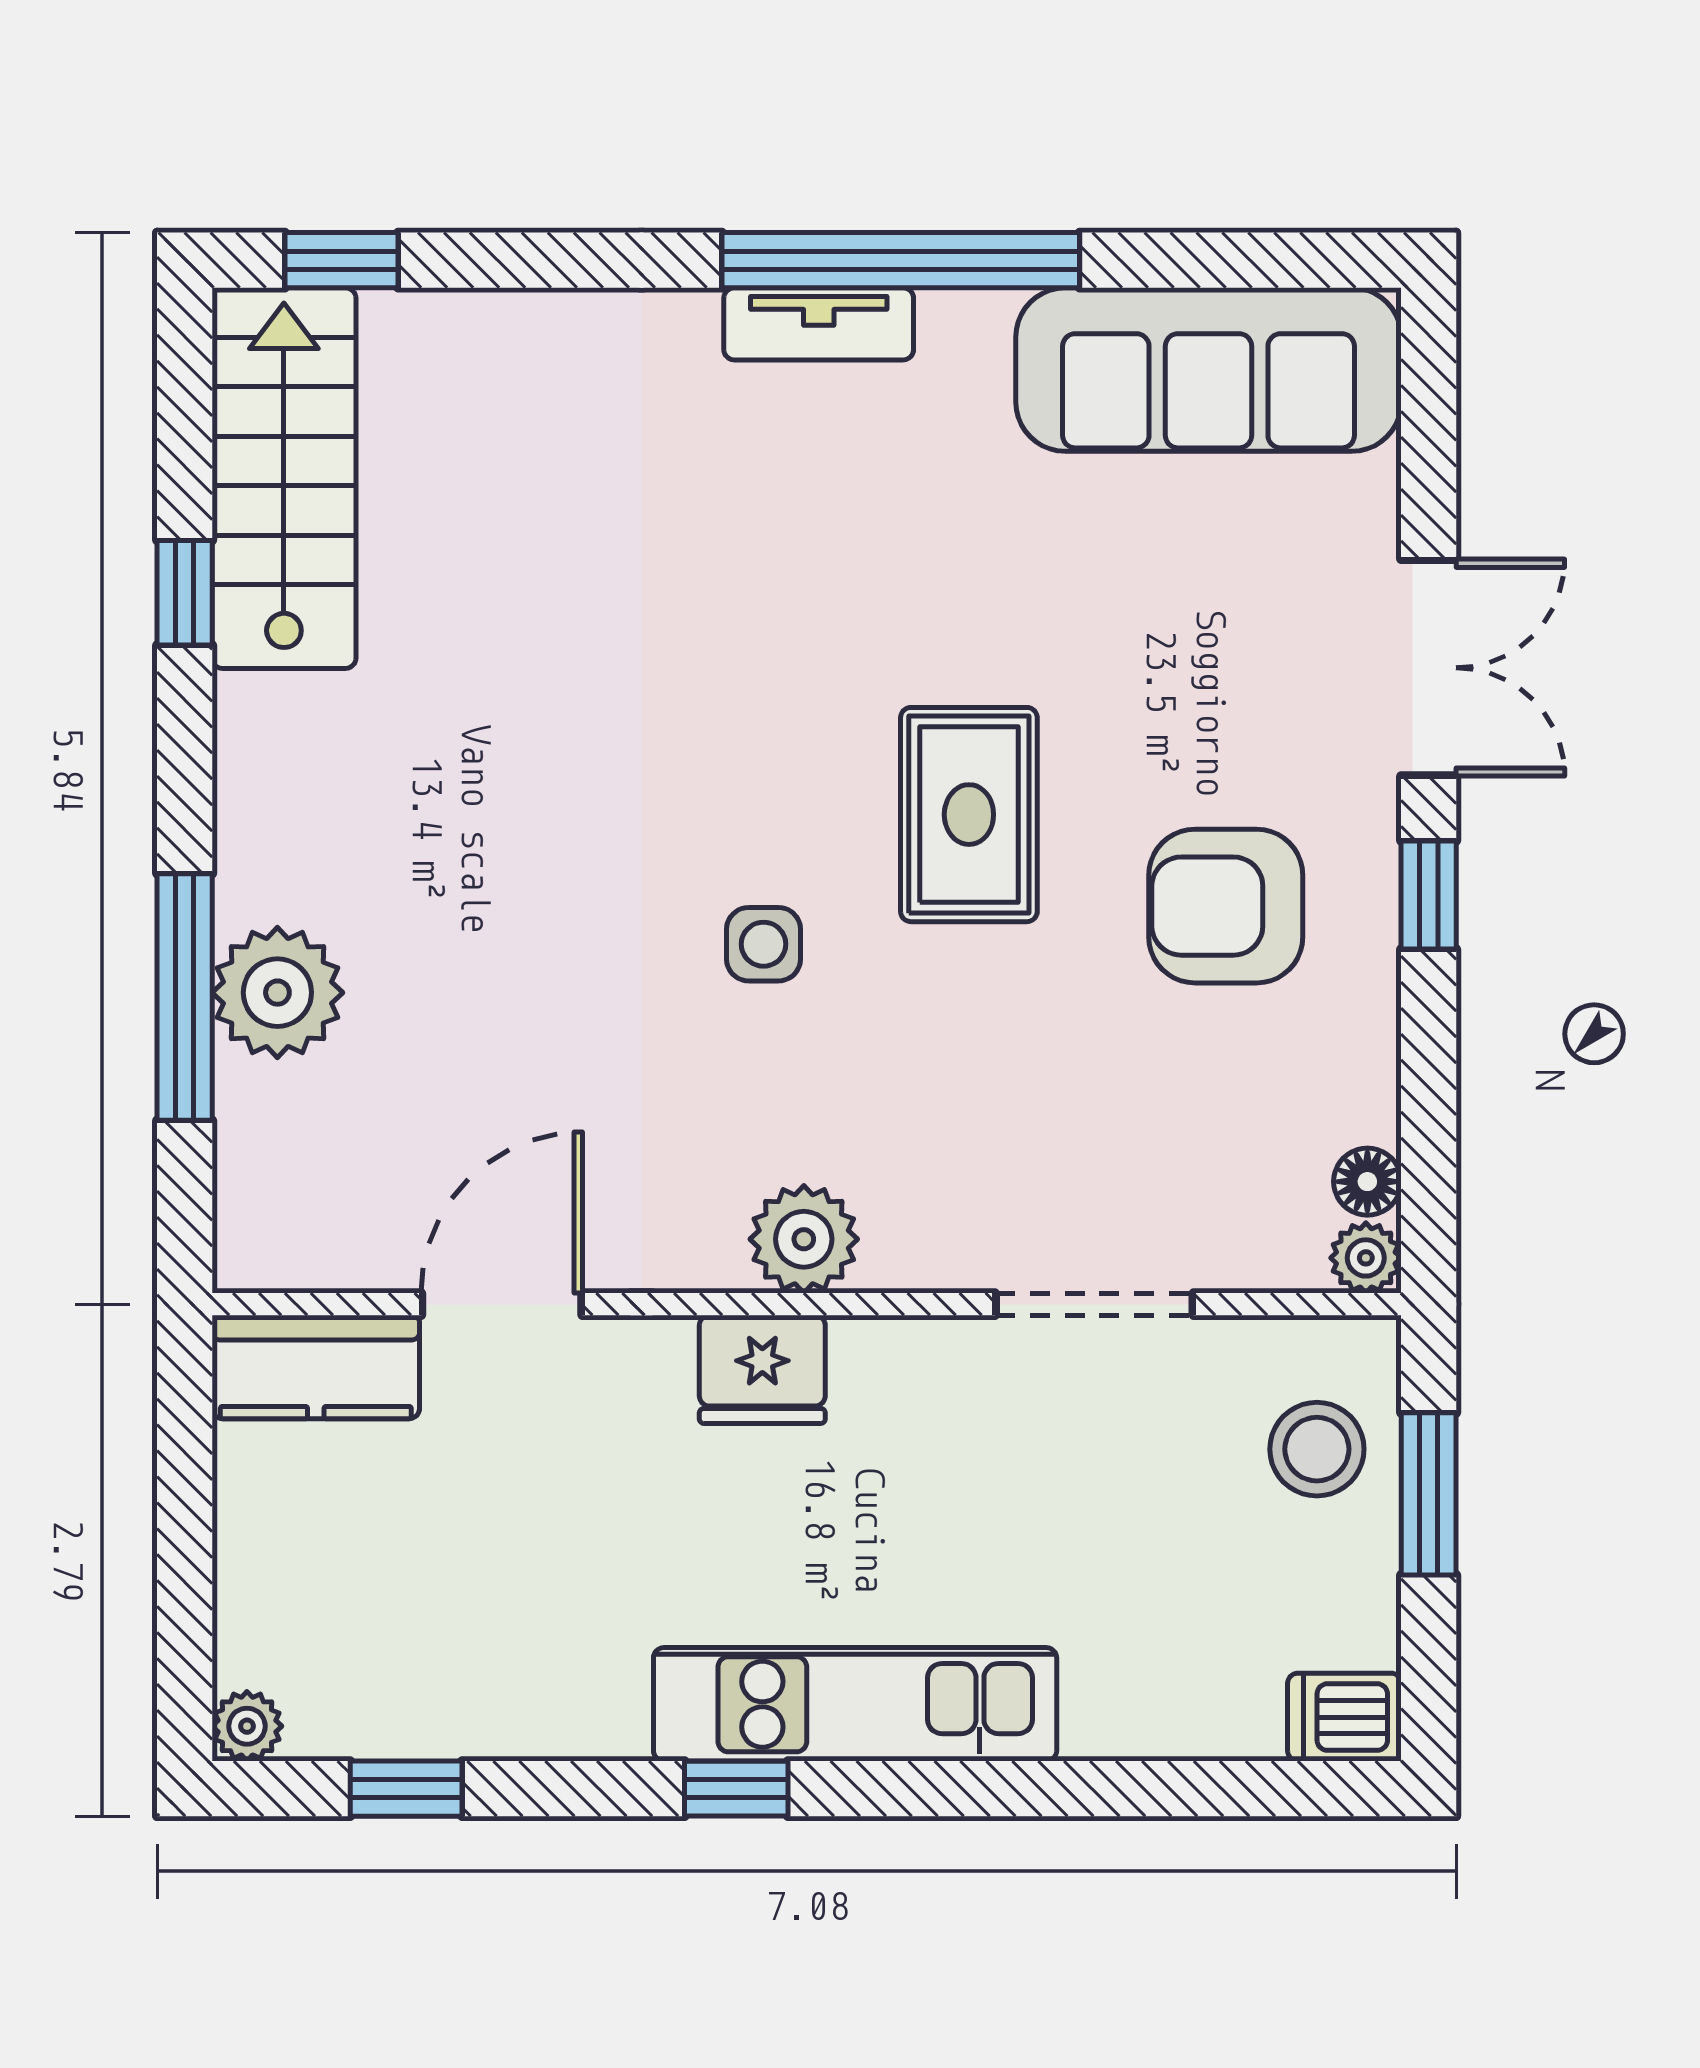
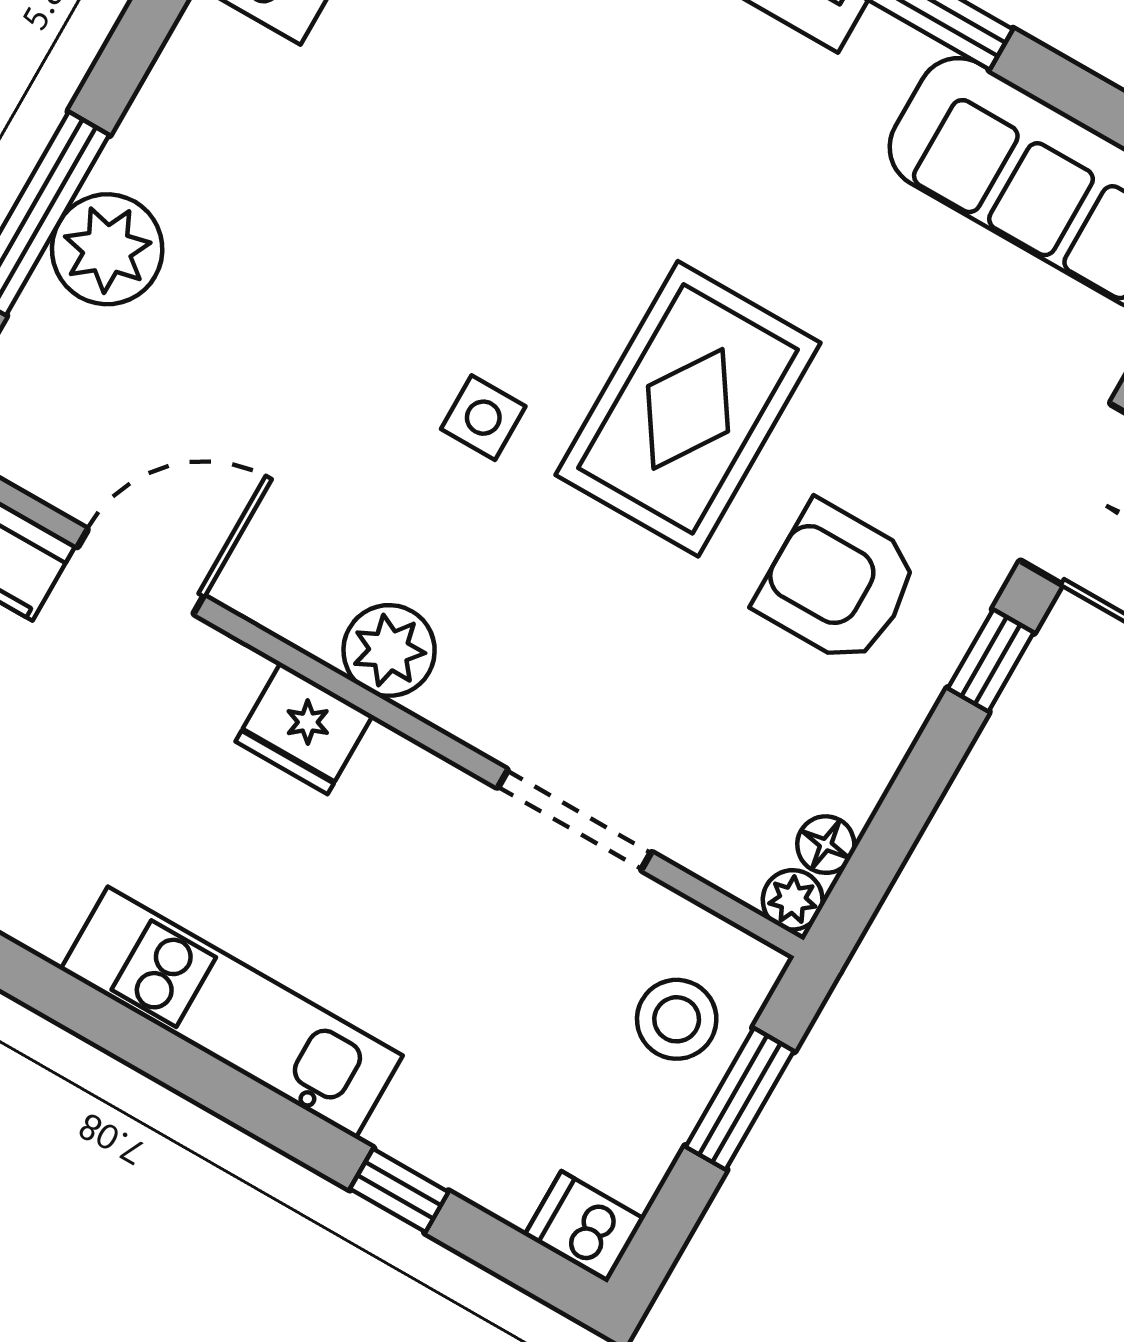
rug: (969, 815) -> (688, 409), width x1.36, depth x1.43
window: (736, 1789) -> (399, 1190), moved

